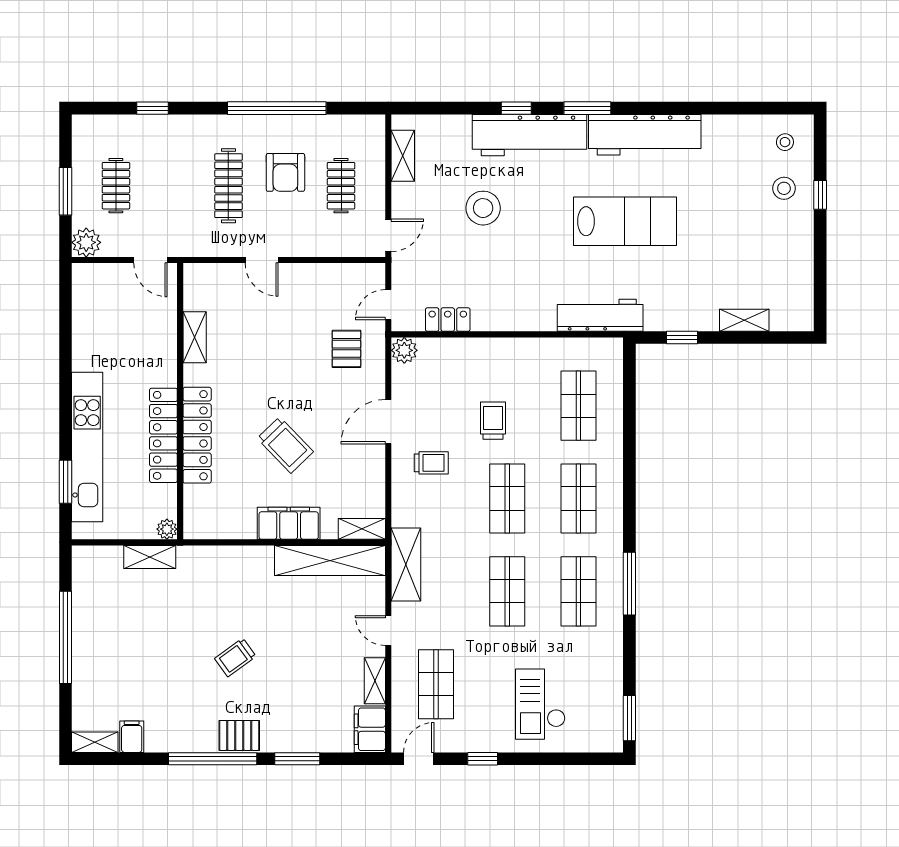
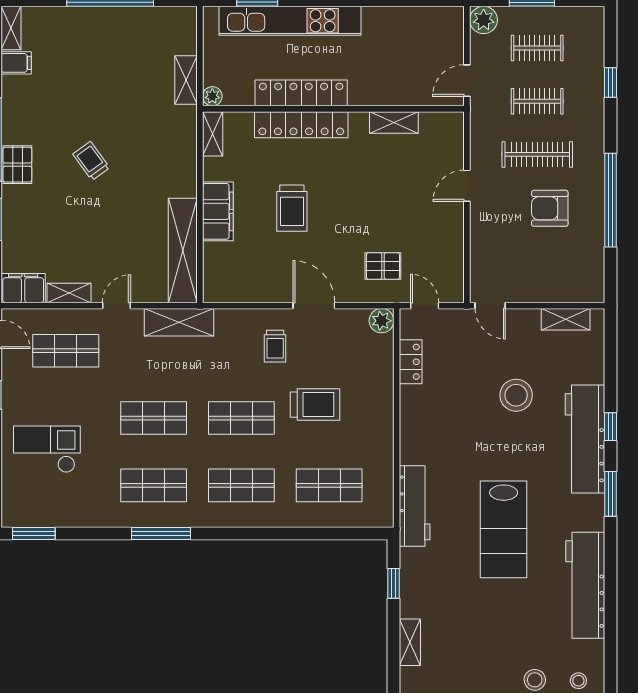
workbench: (645, 135) -> (585, 585), moved
clothes rail: (341, 186) -> (537, 101), moved
trolley: (493, 421) -> (315, 405), width x1.36, depth x1.39
trolley: (285, 445) -> (292, 208), turned -46
shelving: (362, 529) -> (213, 134), moved

